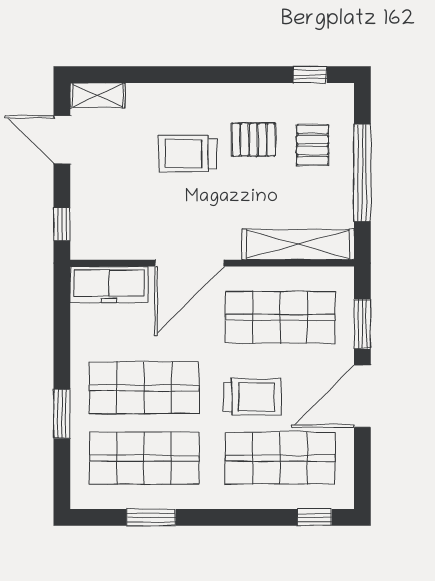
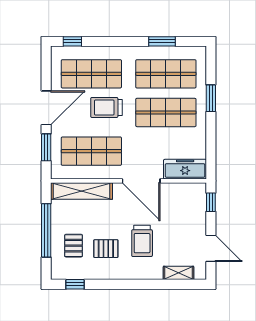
shelving: (98, 95) -> (178, 273), moved
trolley: (188, 154) -> (142, 241), turned 90
door: (189, 263) -> (141, 181), swing flipped

